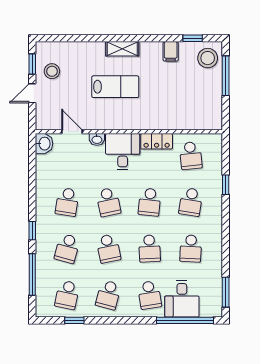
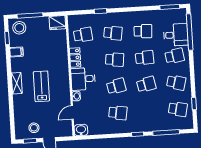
fridge: (212, 117) -> (57, 23), added
school desk: (67, 248) -> (148, 111), removed

